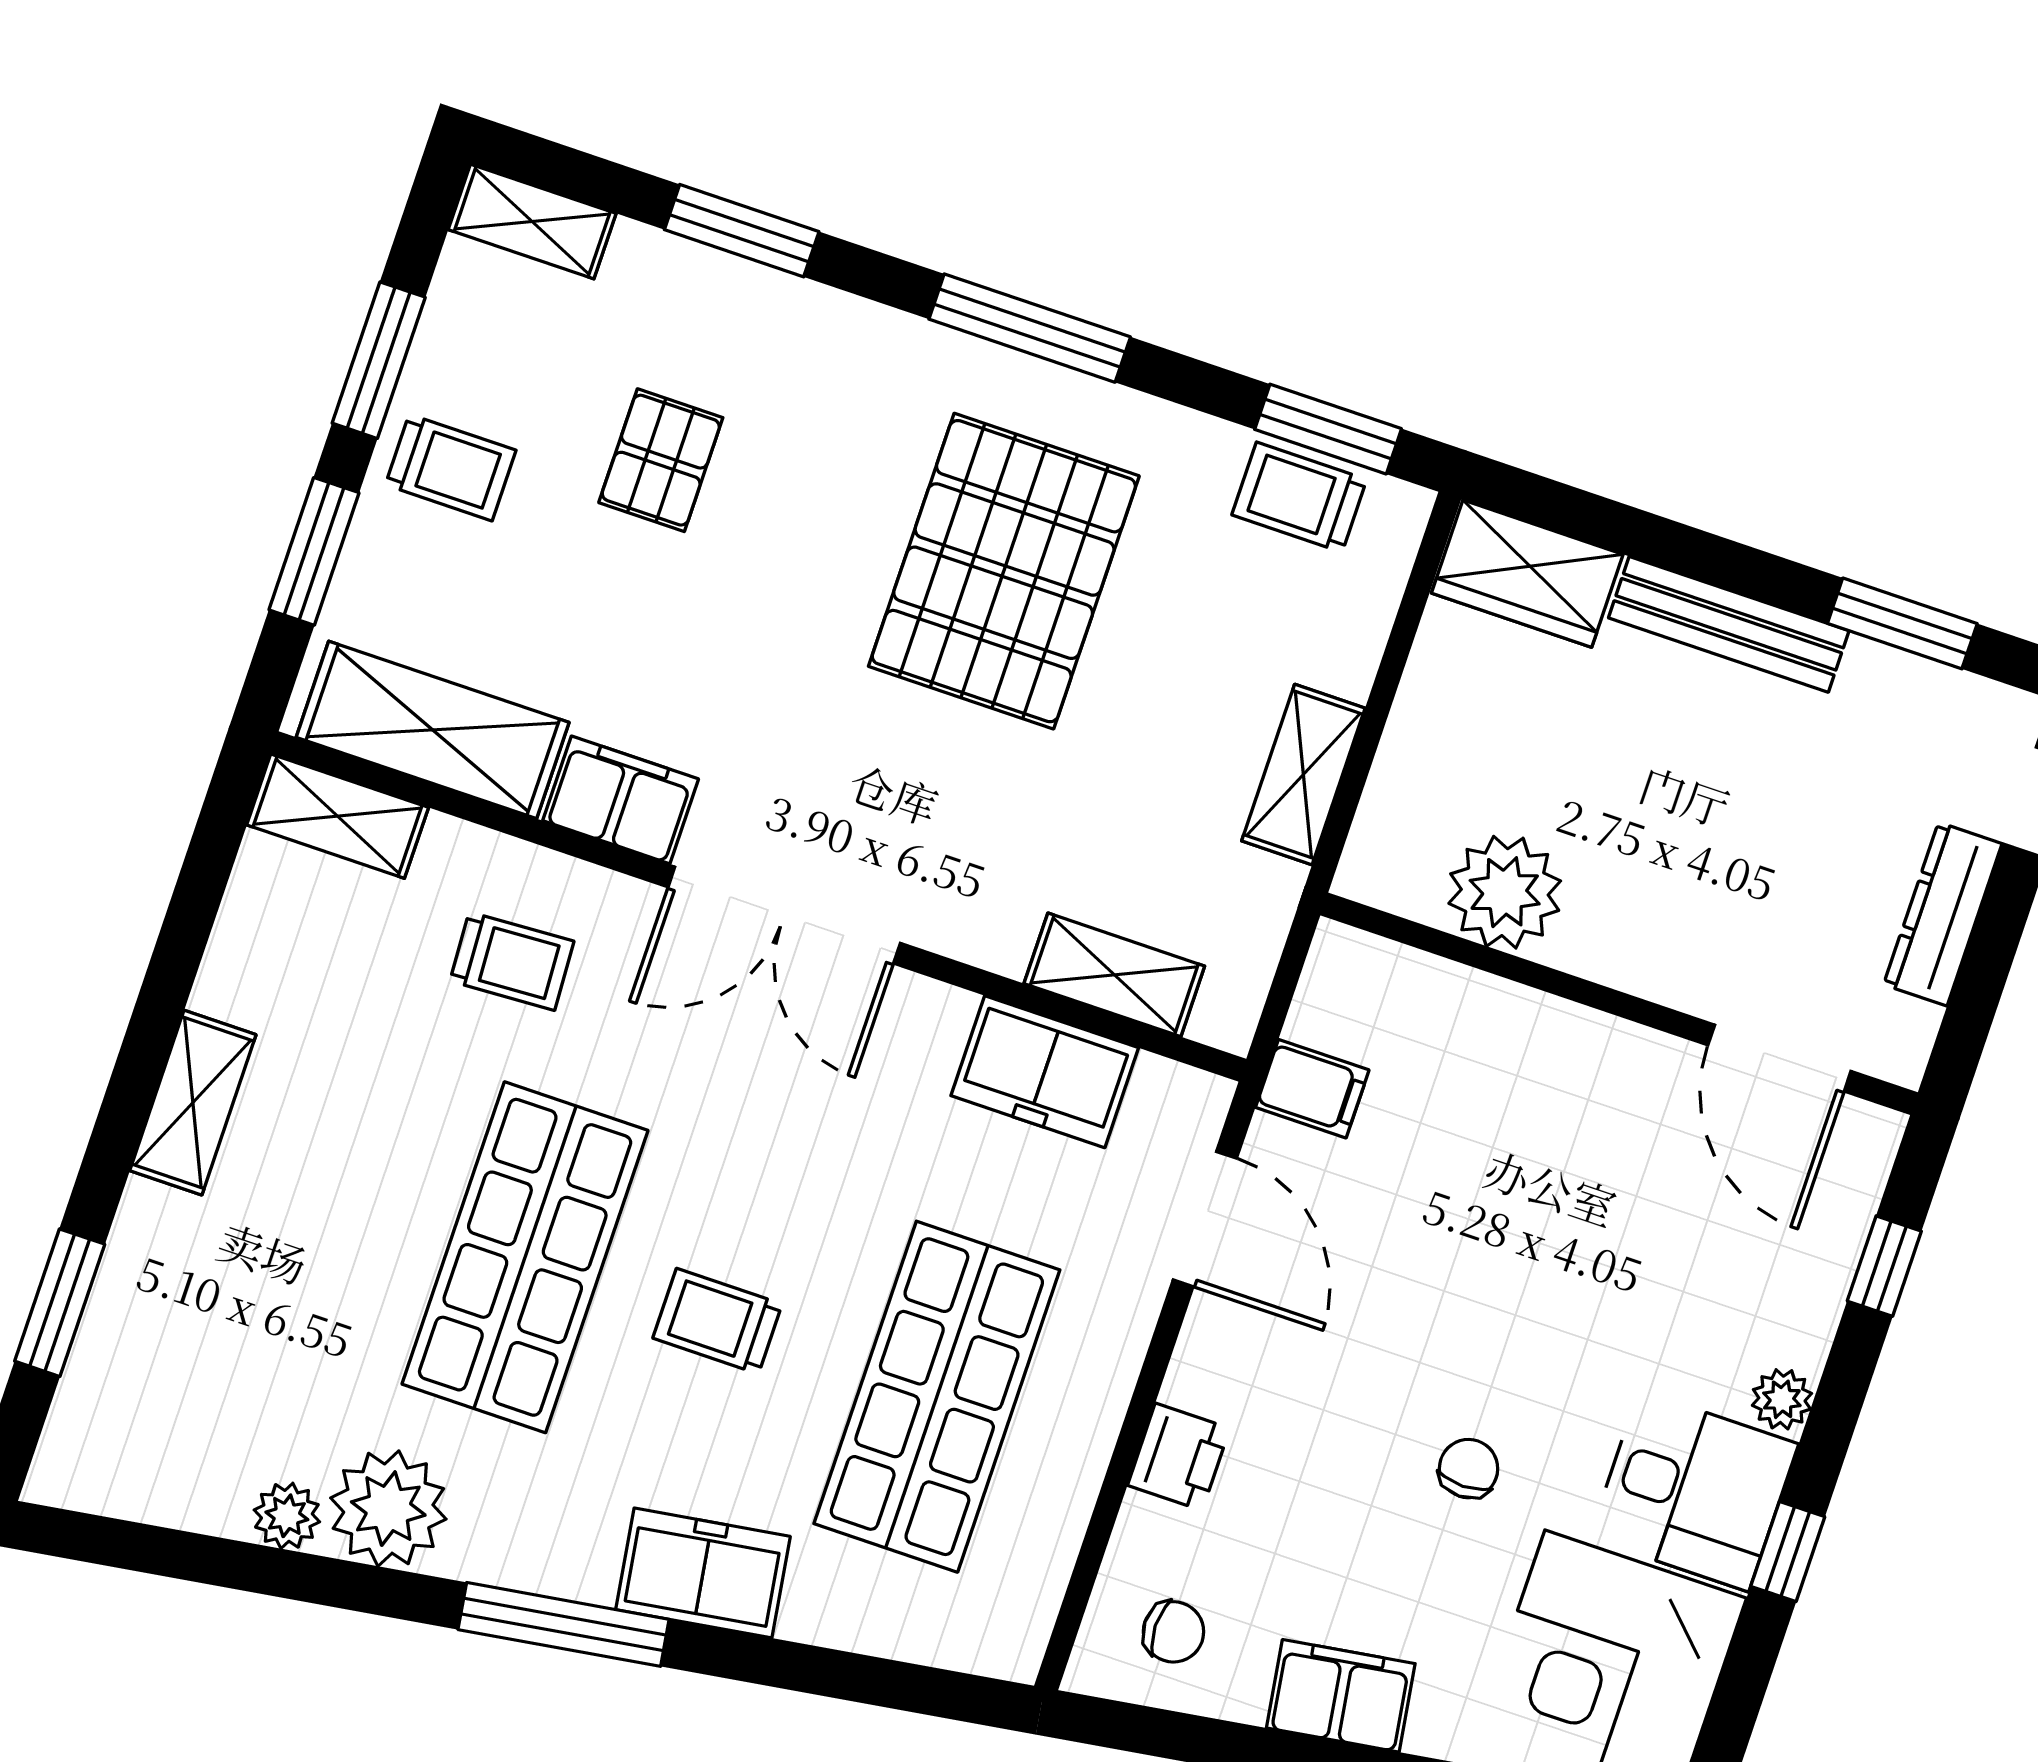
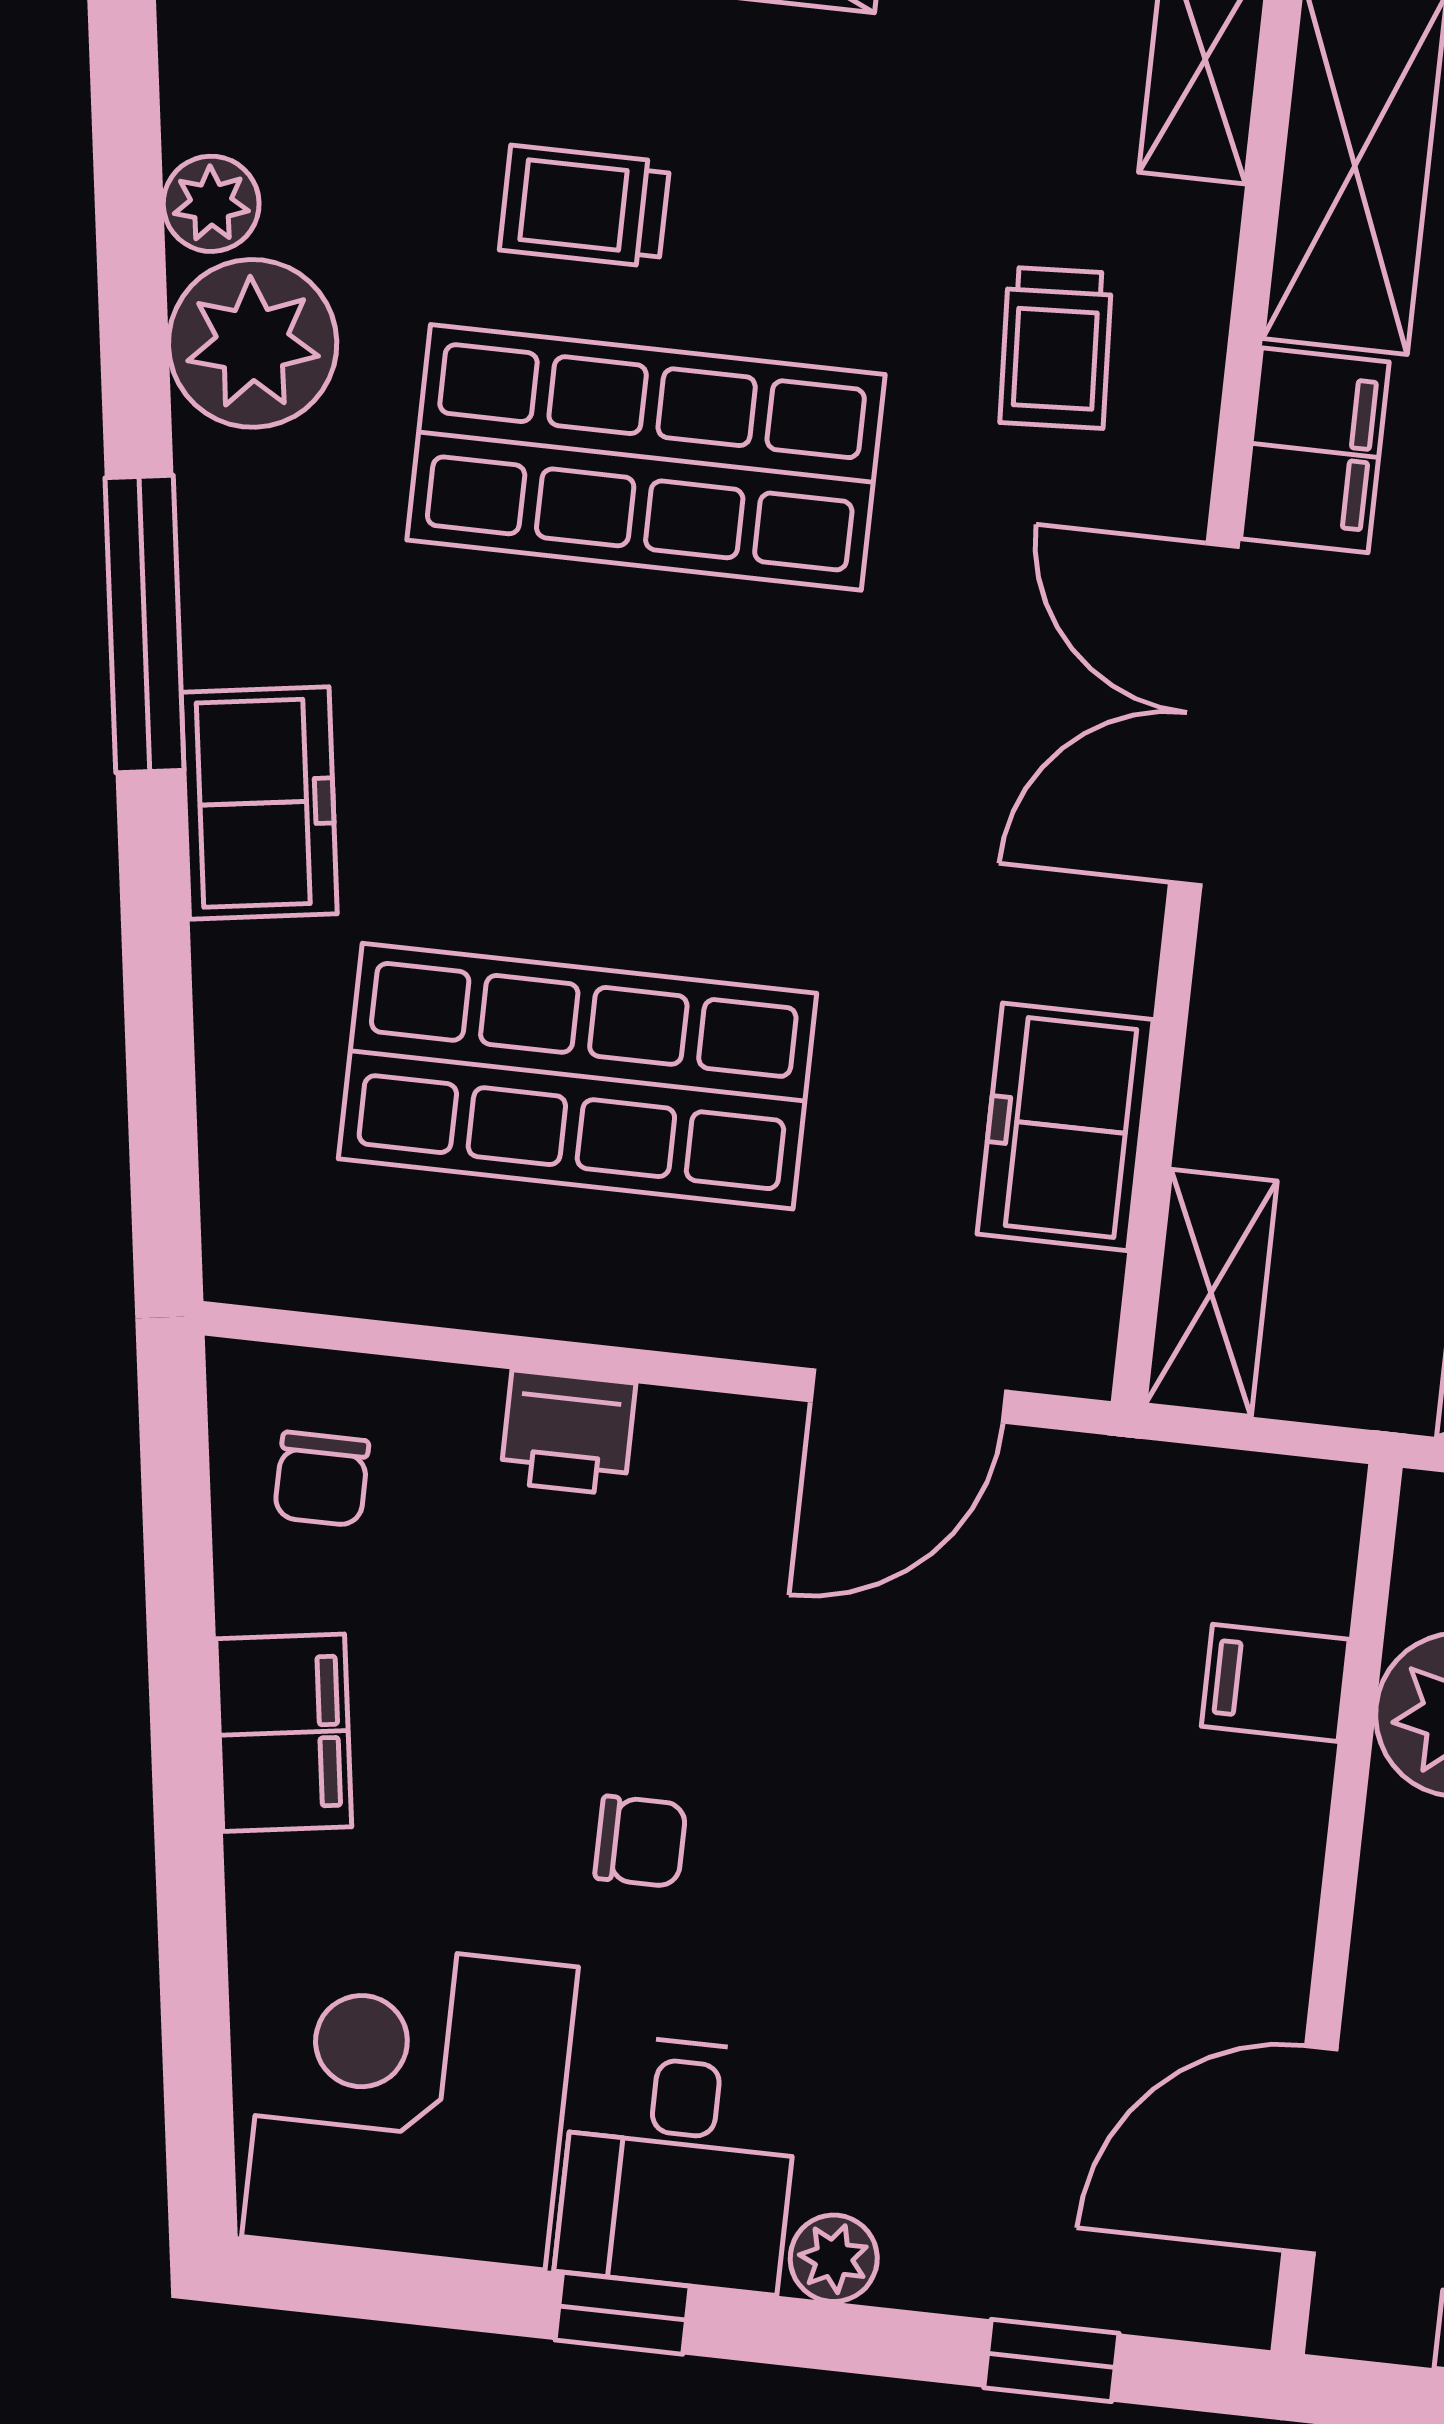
shelving: (1114, 975) -> (1211, 1293), moved
filing cabinet: (1312, 1089) -> (1275, 1683), moved, turned 90
trolley: (718, 1321) -> (585, 206), moved, turned -90

